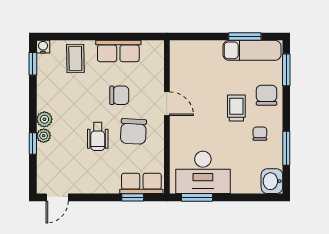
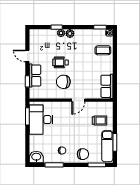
row of seats: (118, 51) -> (107, 86), moved
chair: (119, 95) -> (83, 74), removed
trolley: (236, 108) -> (100, 121), moved
row of seats: (141, 183) -> (35, 76), moved
door: (57, 197) -> (27, 56), moved

